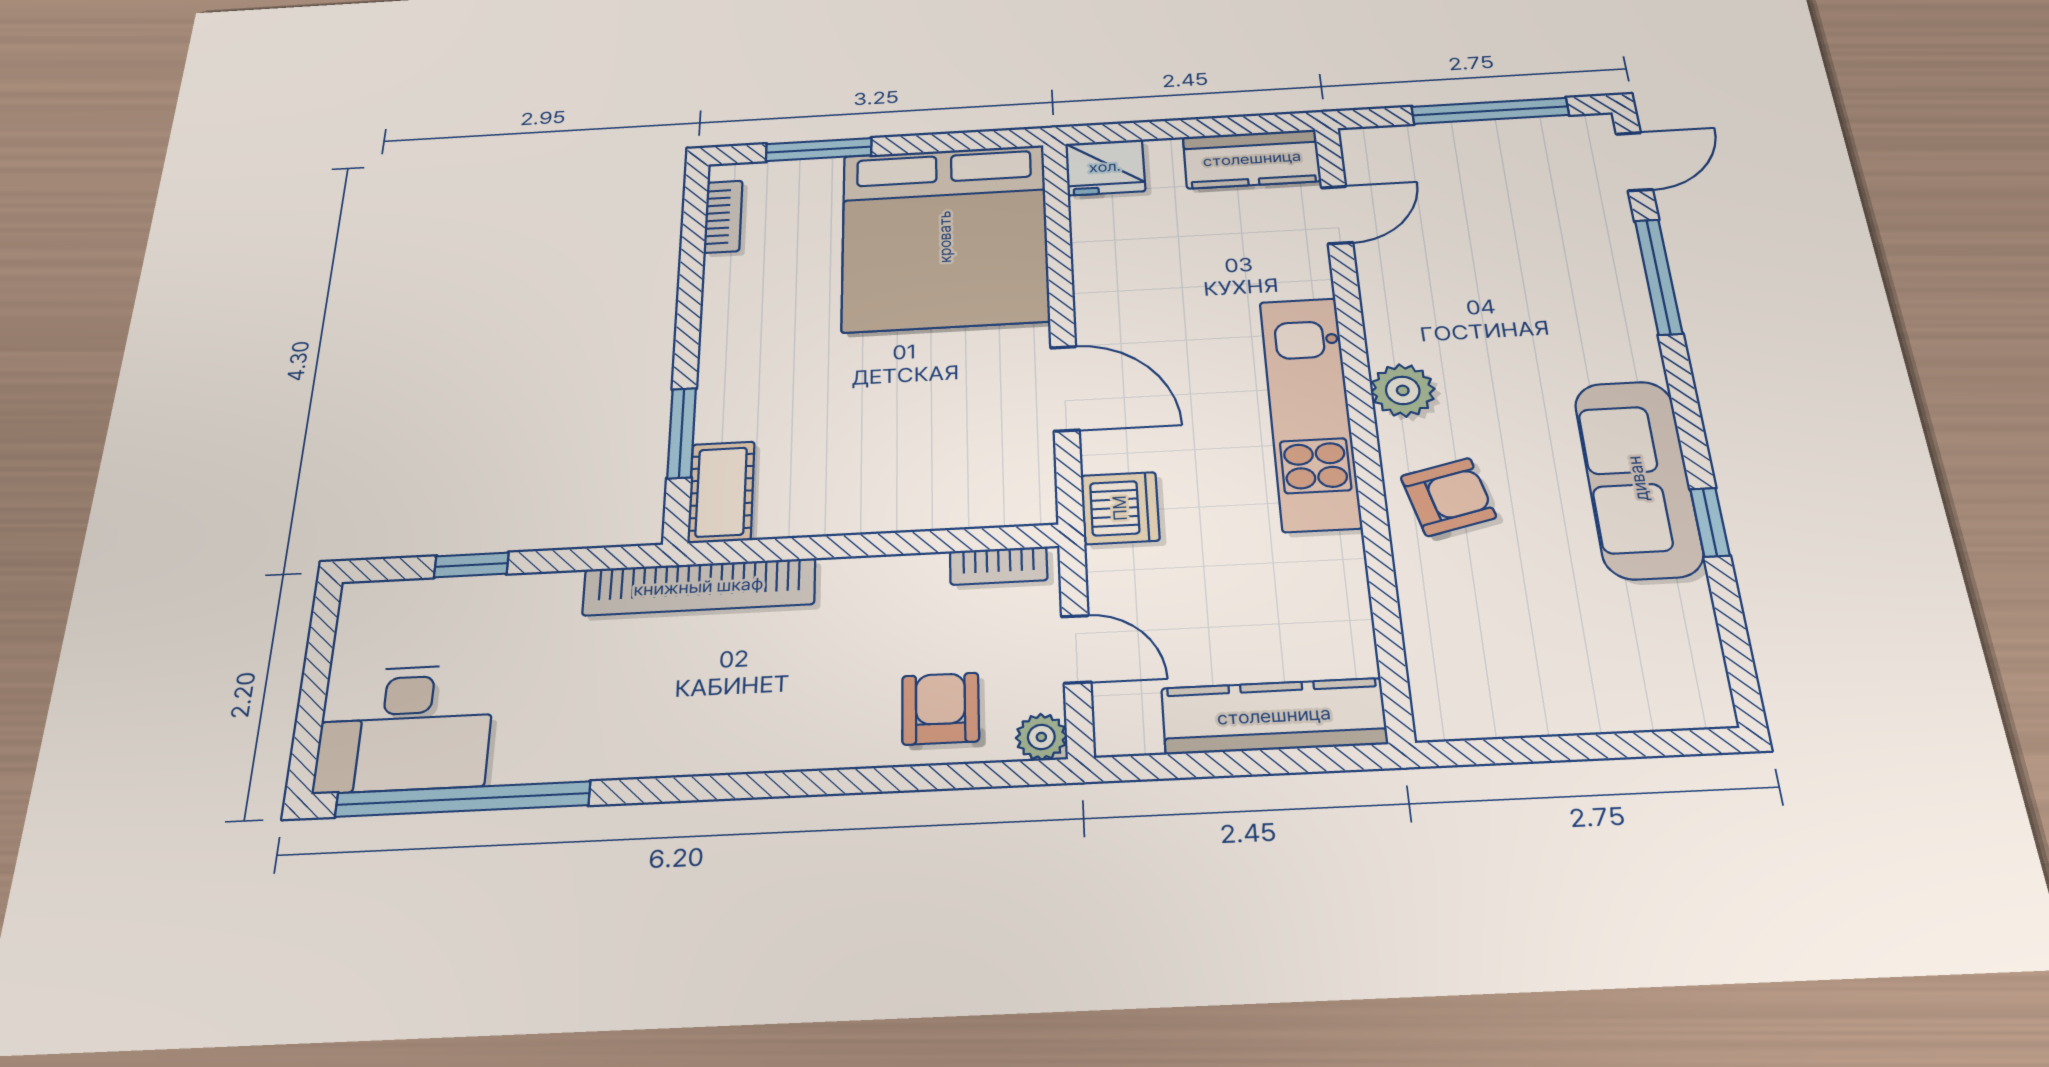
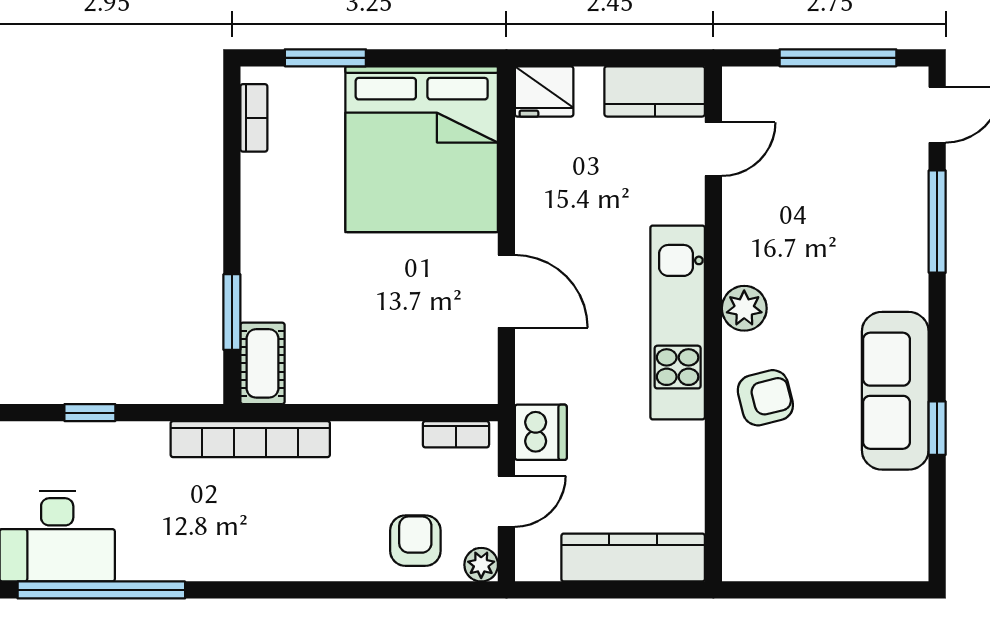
dishwasher: (1120, 508) -> (541, 432), moved
door: (1076, 649) -> (506, 501), hinge flipped

